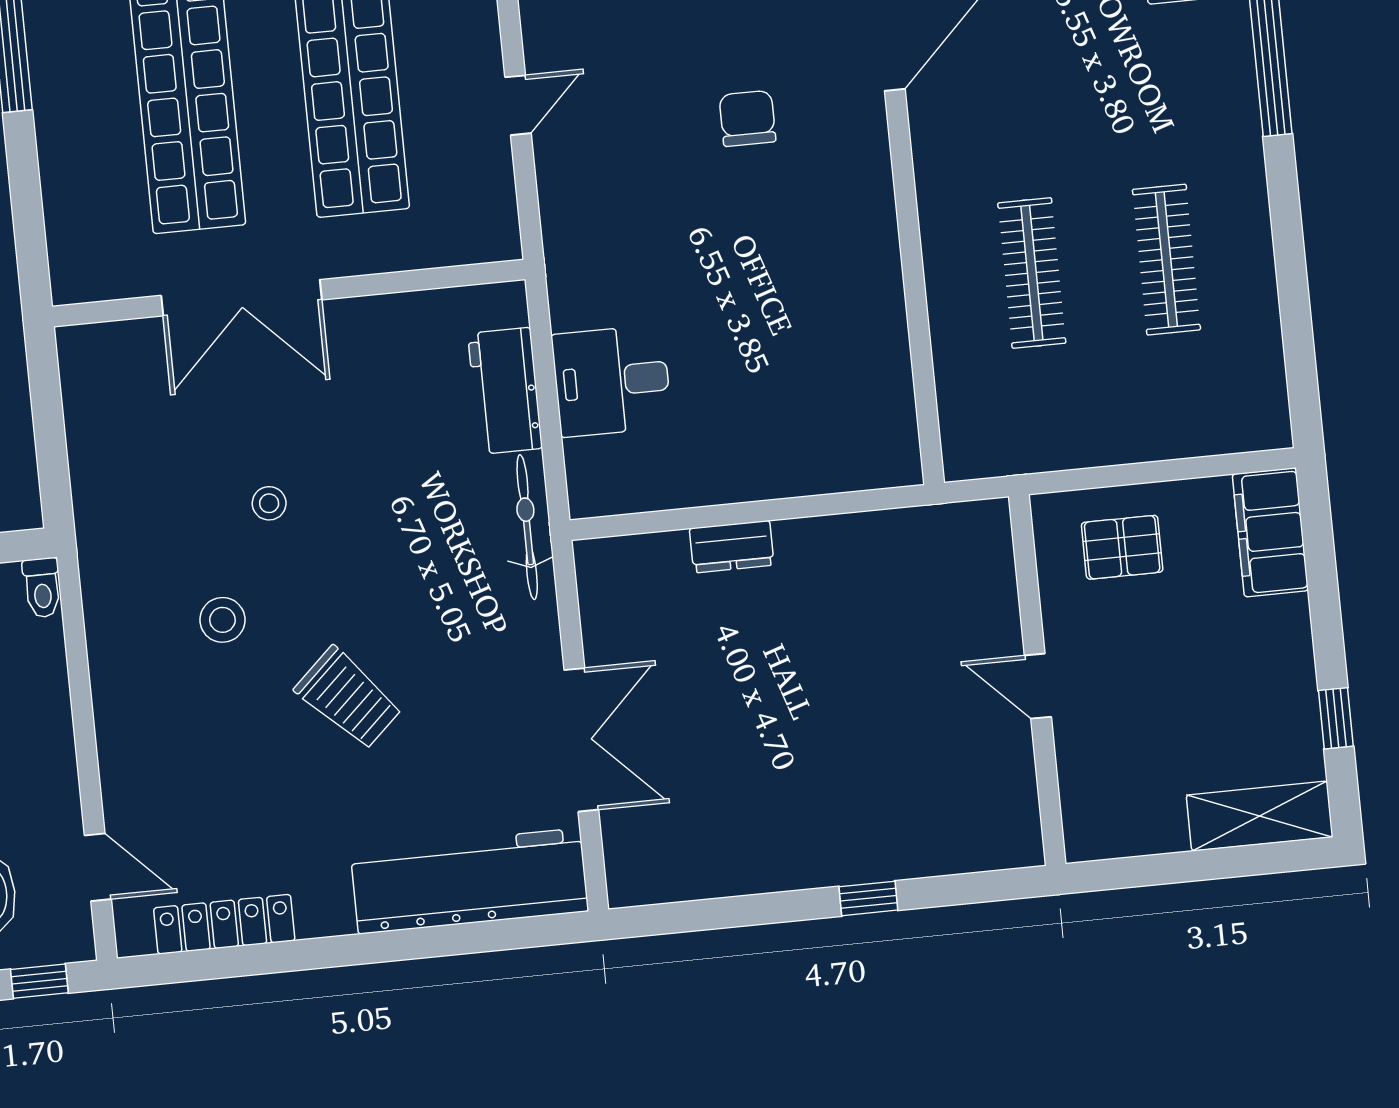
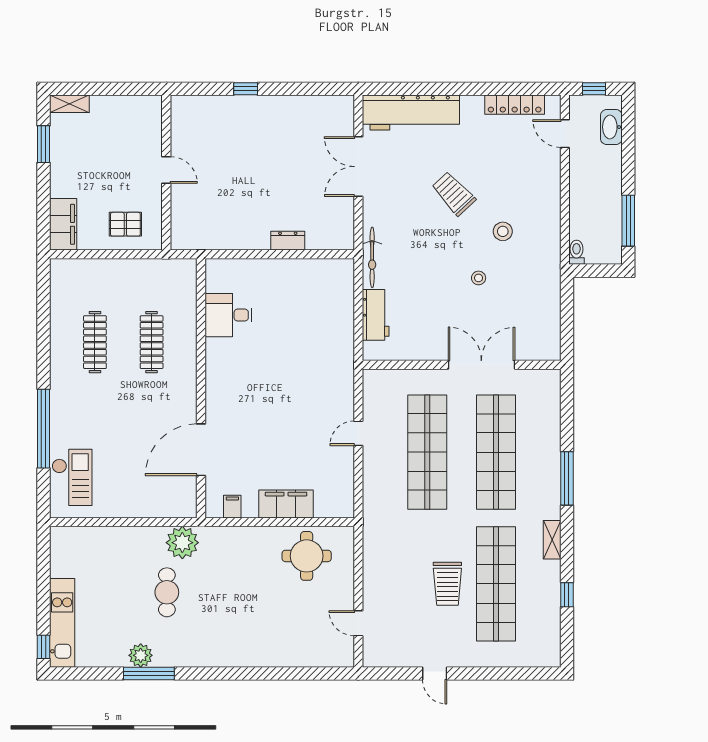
chair: (747, 118) -> (263, 418), removed
desk: (612, 381) -> (229, 315), moved, turned 180
window: (1336, 718) -> (44, 144), width x1.50
shelving: (1260, 816) -> (69, 104), width x0.67, depth x0.75

